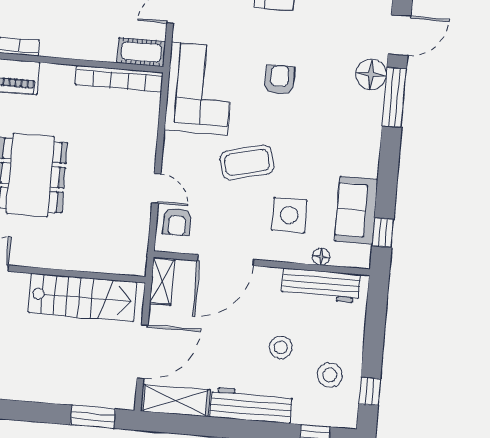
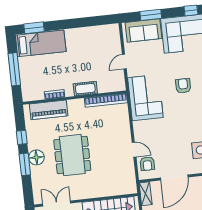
cot: (141, 52) -> (85, 89), moved
coffee table: (247, 162) -> (175, 129), removed

